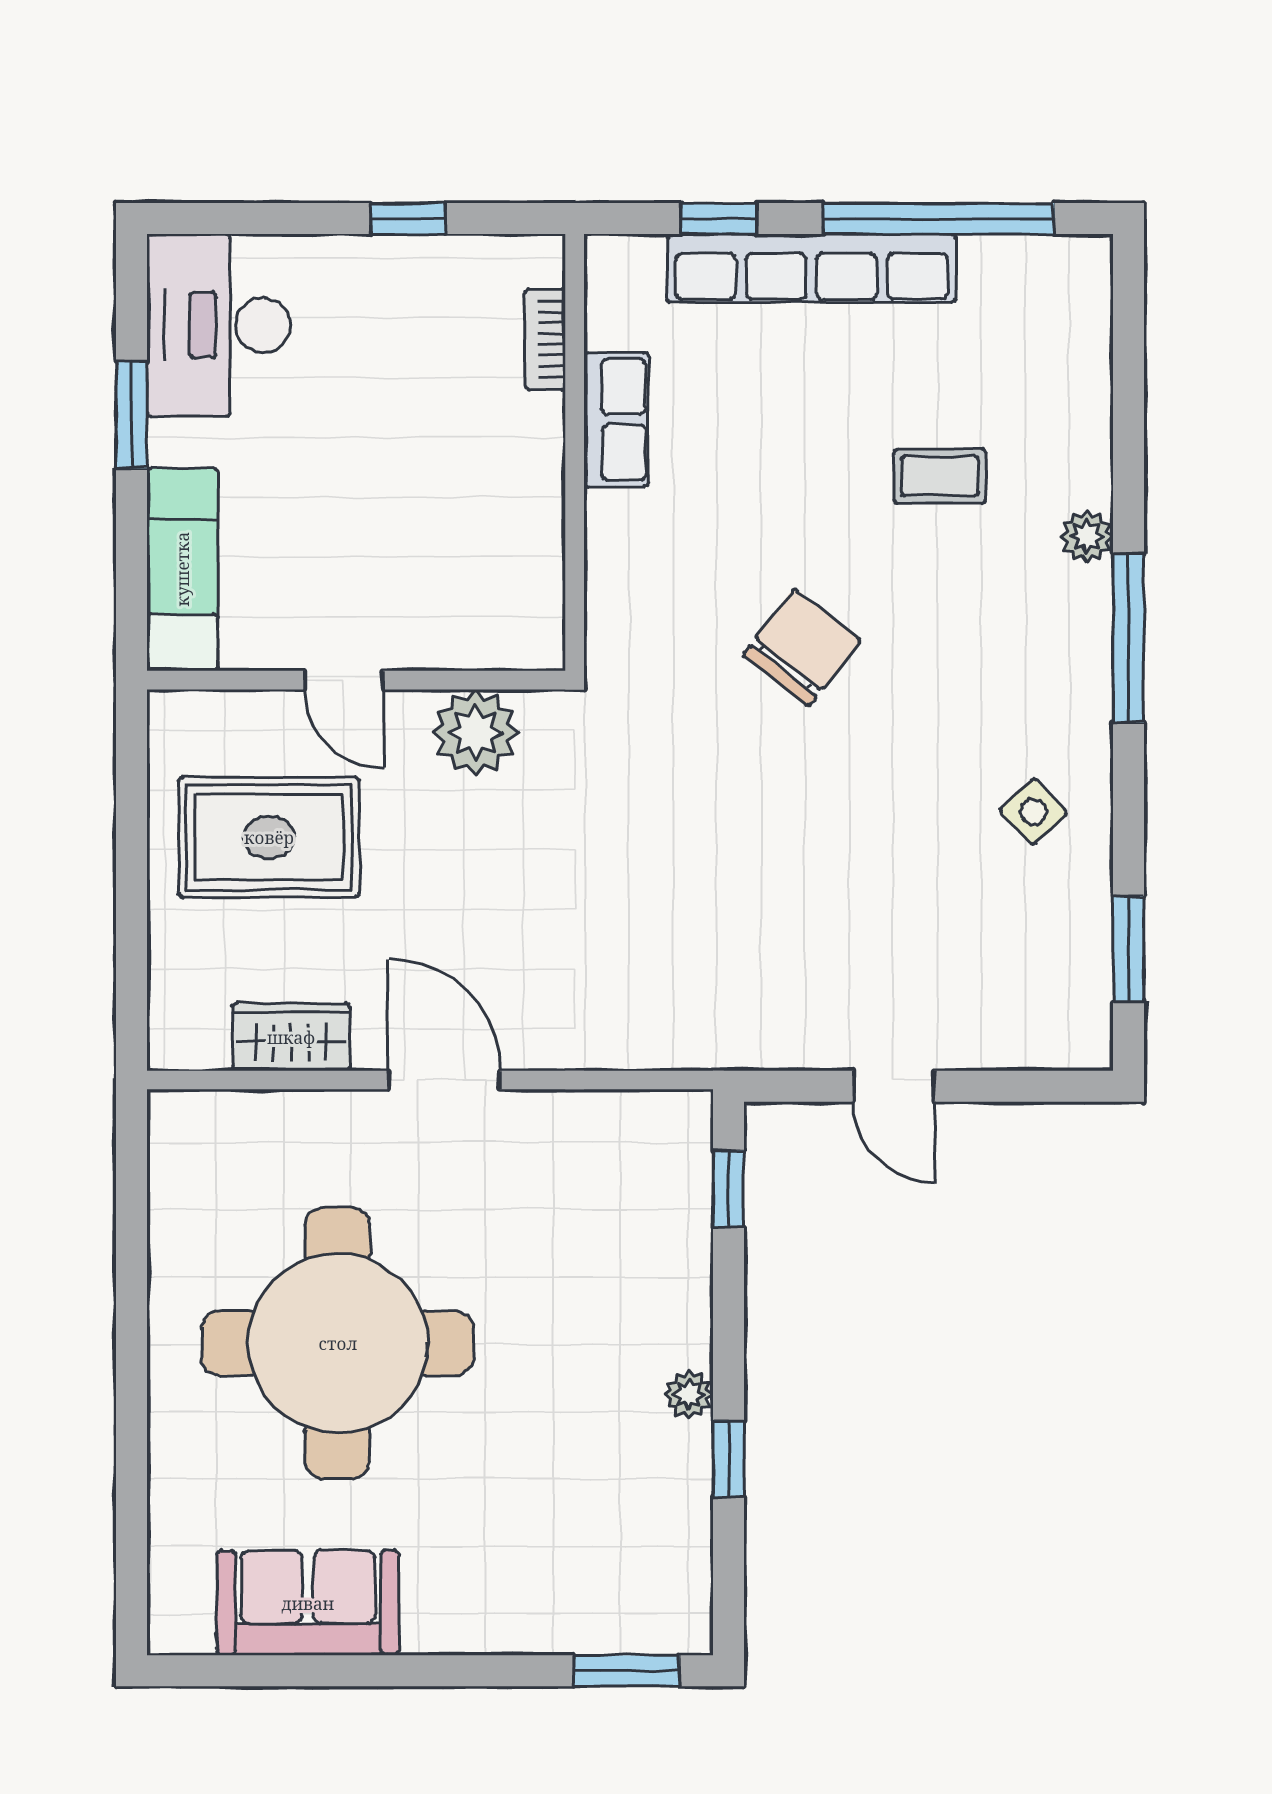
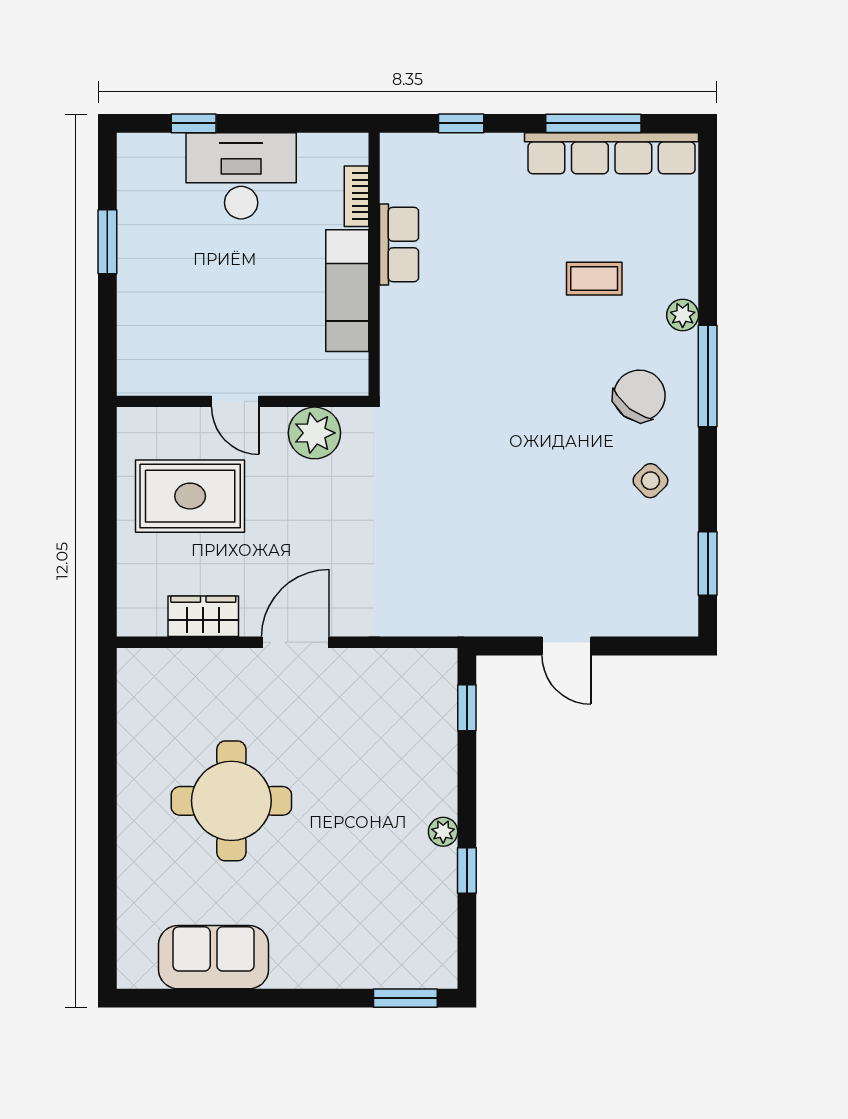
window: (408, 219) -> (194, 123), moved
window: (939, 219) -> (593, 123), width x0.68
row of seats: (812, 268) -> (612, 153), moved
desk: (219, 325) -> (241, 176), moved, turned 90
exam couch: (182, 569) -> (347, 291), moved, turned 180
chair: (802, 647) -> (639, 396), moved
door: (444, 1080) -> (295, 642), hinge flipped
round table: (338, 1343) -> (231, 801), width x0.73, depth x0.73

